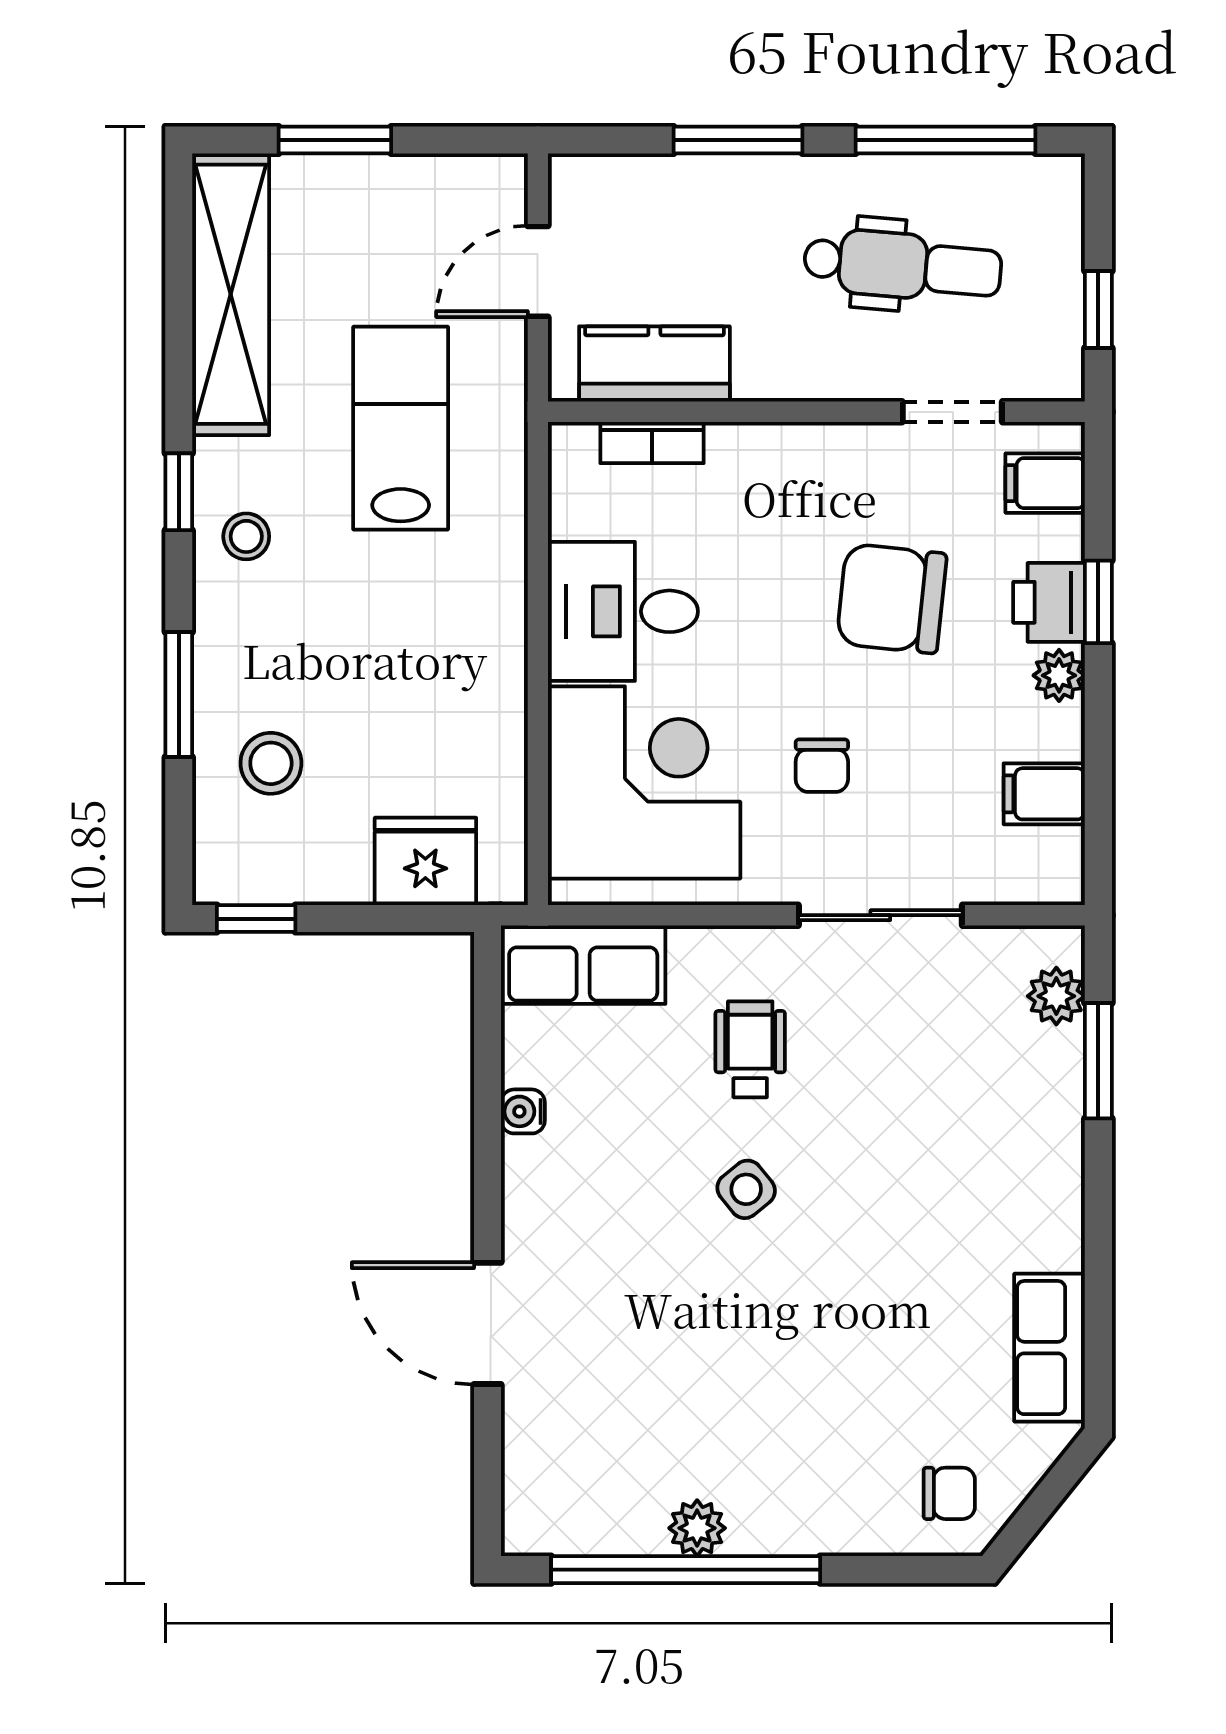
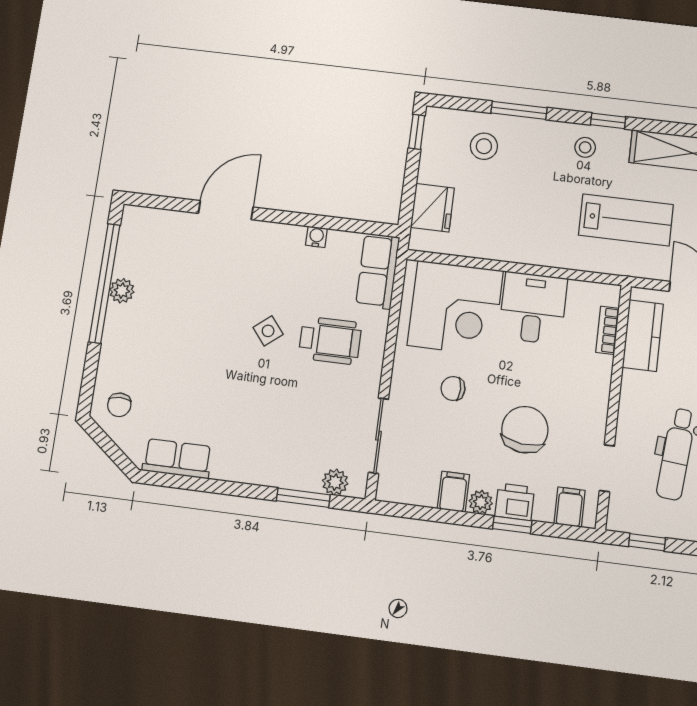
filing cabinet: (1044, 794) -> (453, 492), moved
sliding door: (880, 915) -> (378, 436), moved
wheelchair: (750, 1049) -> (330, 340), width x1.36, depth x1.37

